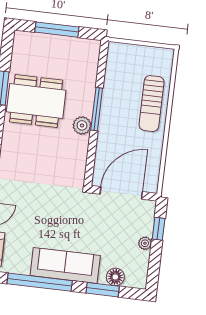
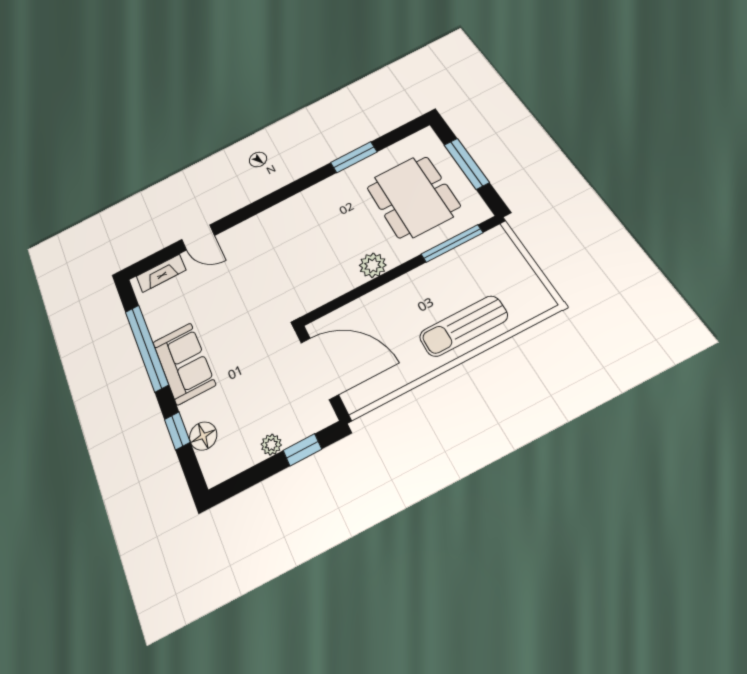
dining table: (36, 101) -> (413, 197), moved
window: (97, 109) -> (452, 243), moved
sofa: (65, 265) -> (184, 363), width x0.73
window: (103, 290) -> (177, 431), width x0.67

